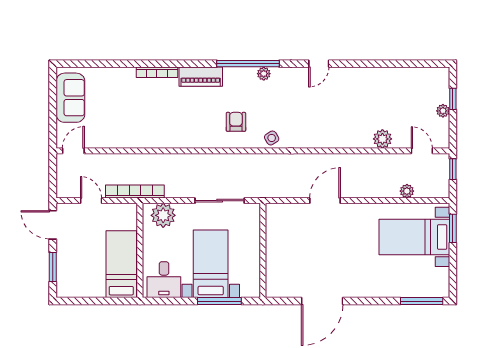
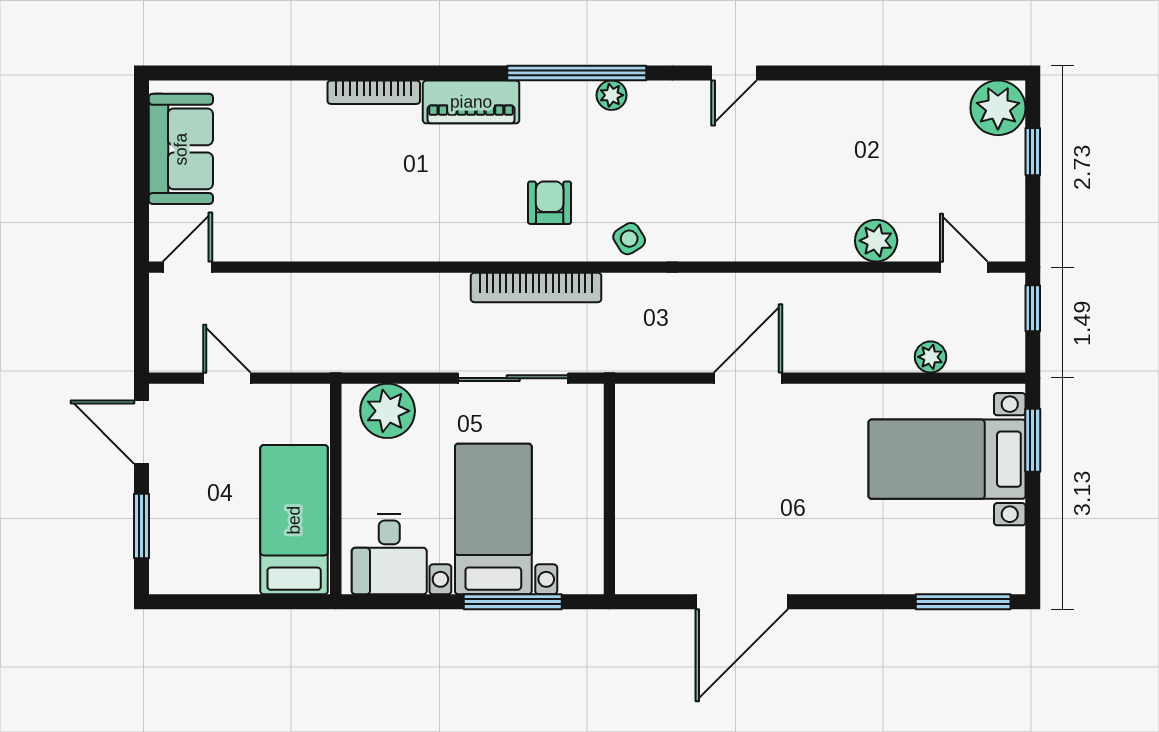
plant: (443, 111) -> (998, 108), moved, width x1.88, depth x1.88
bookcase: (135, 191) -> (536, 287), moved, turned 180

